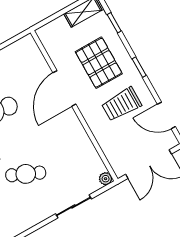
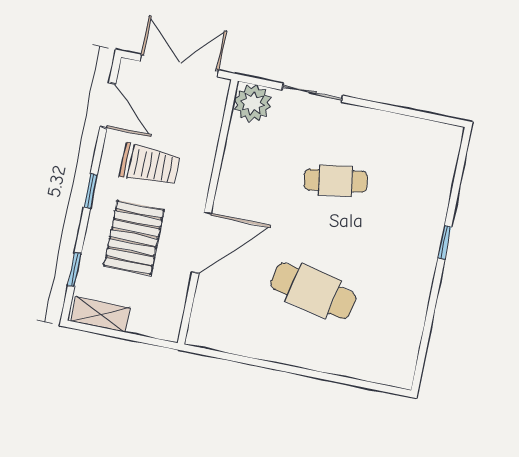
cafe table: (26, 174) -> (336, 181), turned -33
plant: (106, 179) -> (252, 103), width x1.88, depth x1.88

